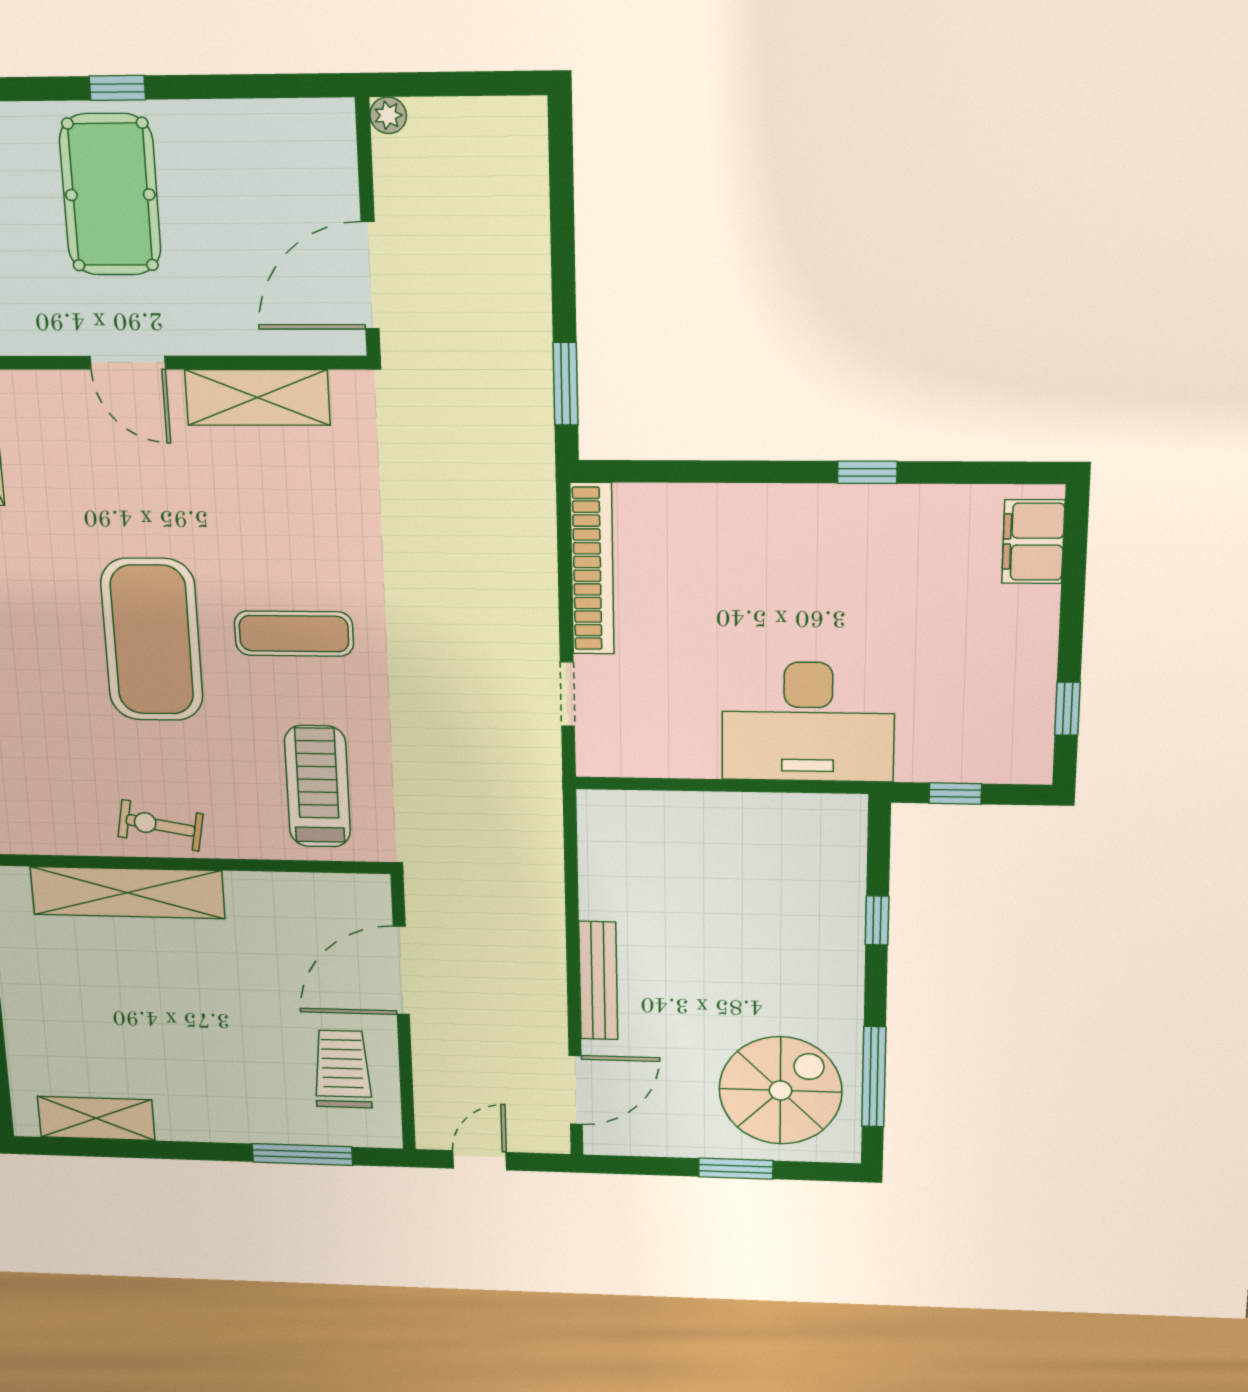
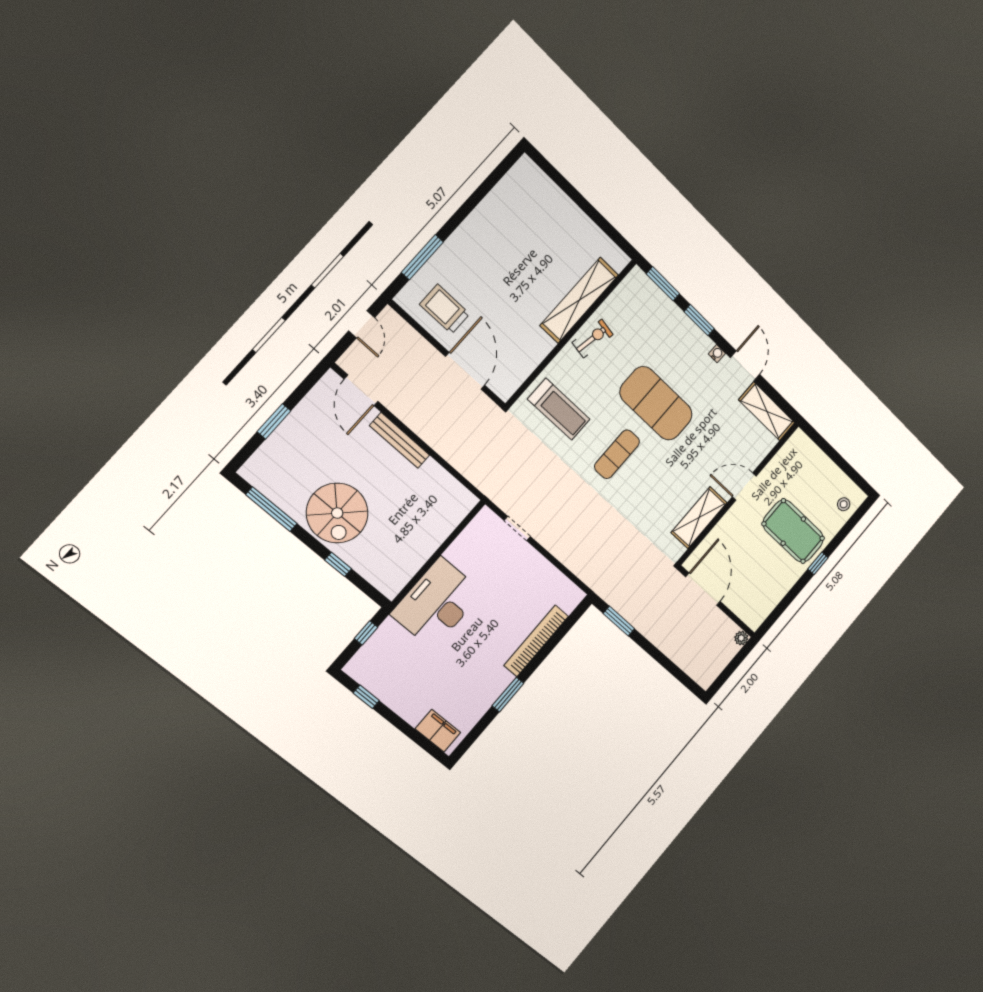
window: (867, 472) -> (508, 695), width x1.50
bookcase: (592, 569) -> (536, 641), moved, turned 90
trolley: (342, 1069) -> (445, 309), turned 180
spiral stairs: (781, 1091) -> (337, 513), moved
shelving: (96, 1118) -> (505, 192), removed

